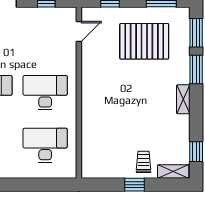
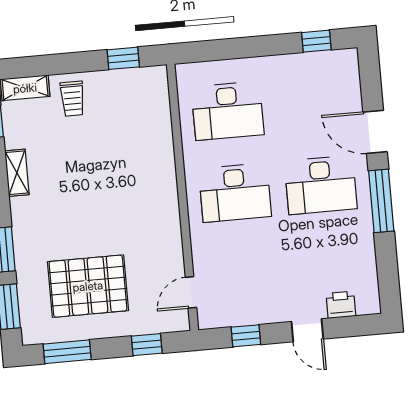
shelving: (183, 99) -> (17, 173), moved
window: (135, 185) -> (123, 58), moved

